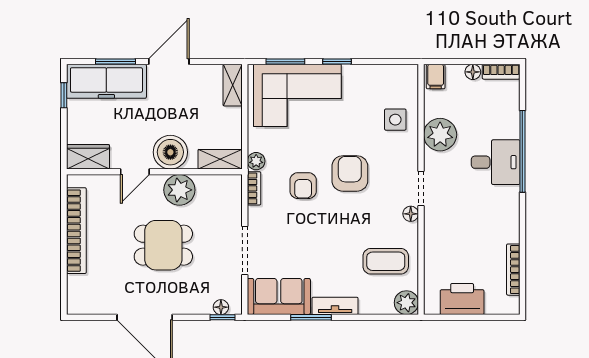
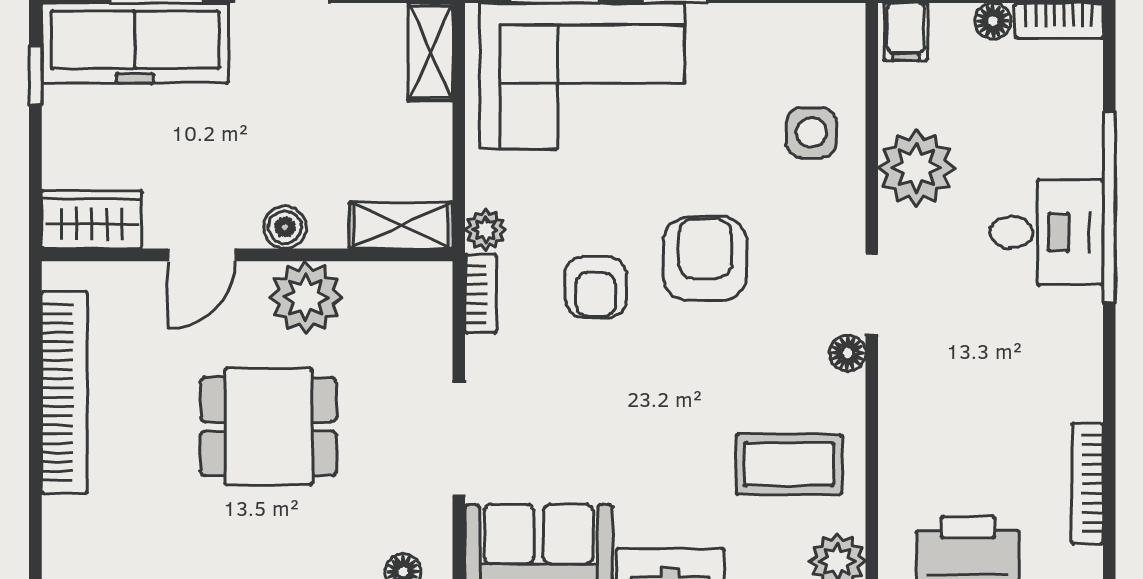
boiler: (170, 152) -> (285, 227), width x0.54, depth x0.54

